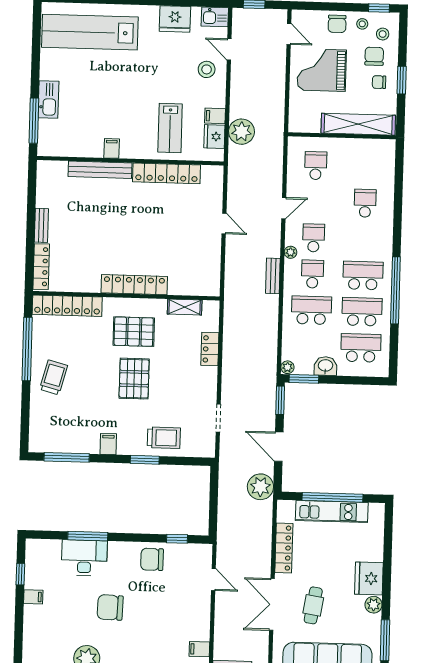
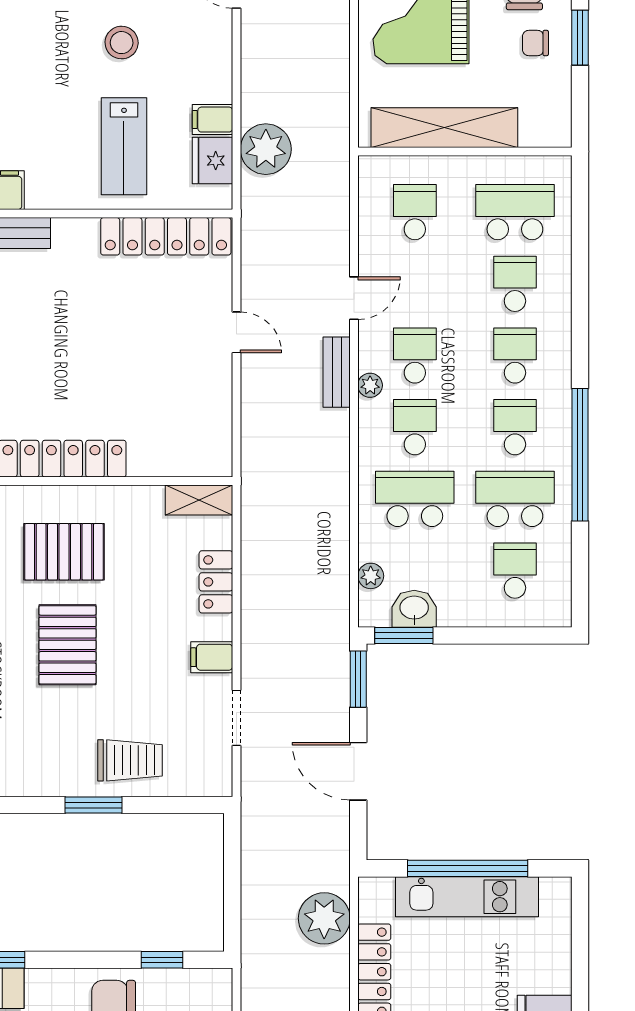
stool: (207, 69) -> (122, 43), moved
shelving: (358, 124) -> (444, 128), moved
school desk: (366, 167) -> (515, 212), added
locker: (167, 173) -> (166, 236), moved
school desk: (364, 239) -> (515, 355), added
bench: (273, 276) -> (337, 372), moved
school desk: (363, 276) -> (515, 427), width x0.54
shelving: (185, 307) -> (199, 500), moved
school desk: (361, 348) -> (515, 571), width x0.54
washbasin: (325, 366) -> (414, 609), moved
plant: (287, 367) -> (371, 576), moved
filing cabinet: (108, 444) -> (212, 657), moved, turned -90
plant: (260, 487) -> (324, 918), moved

